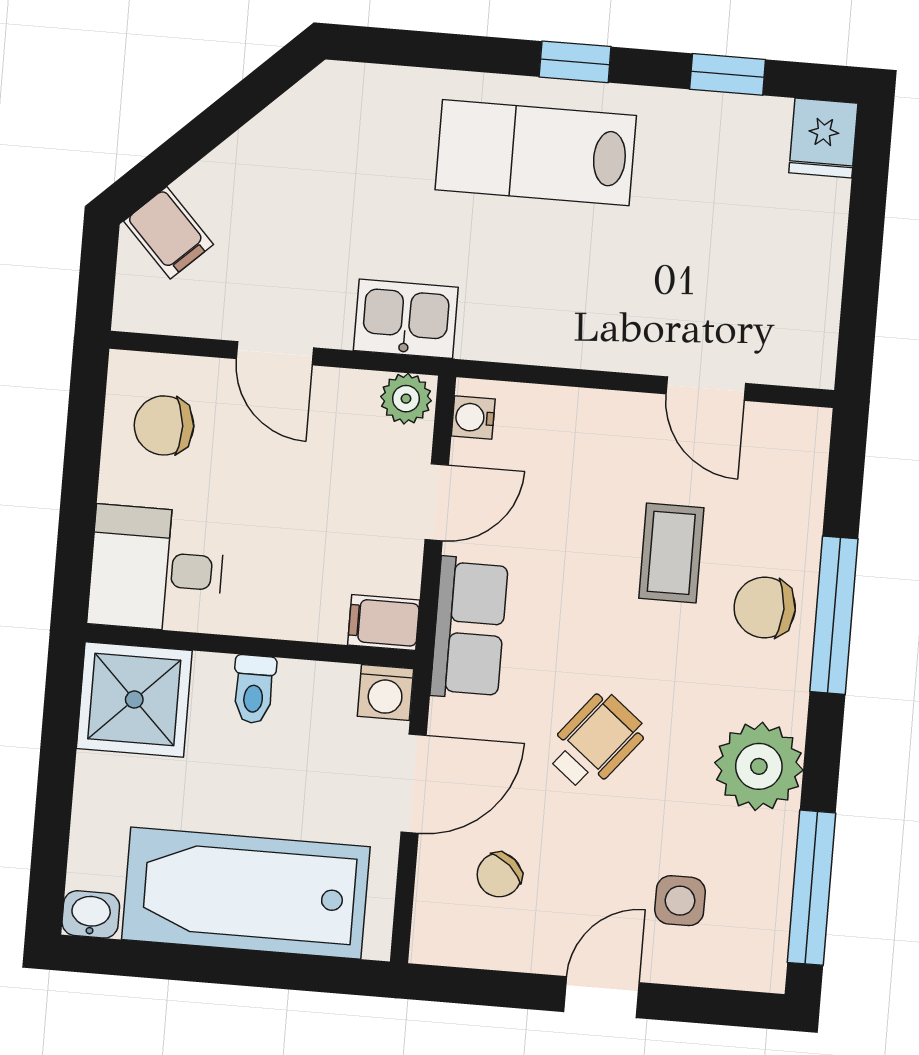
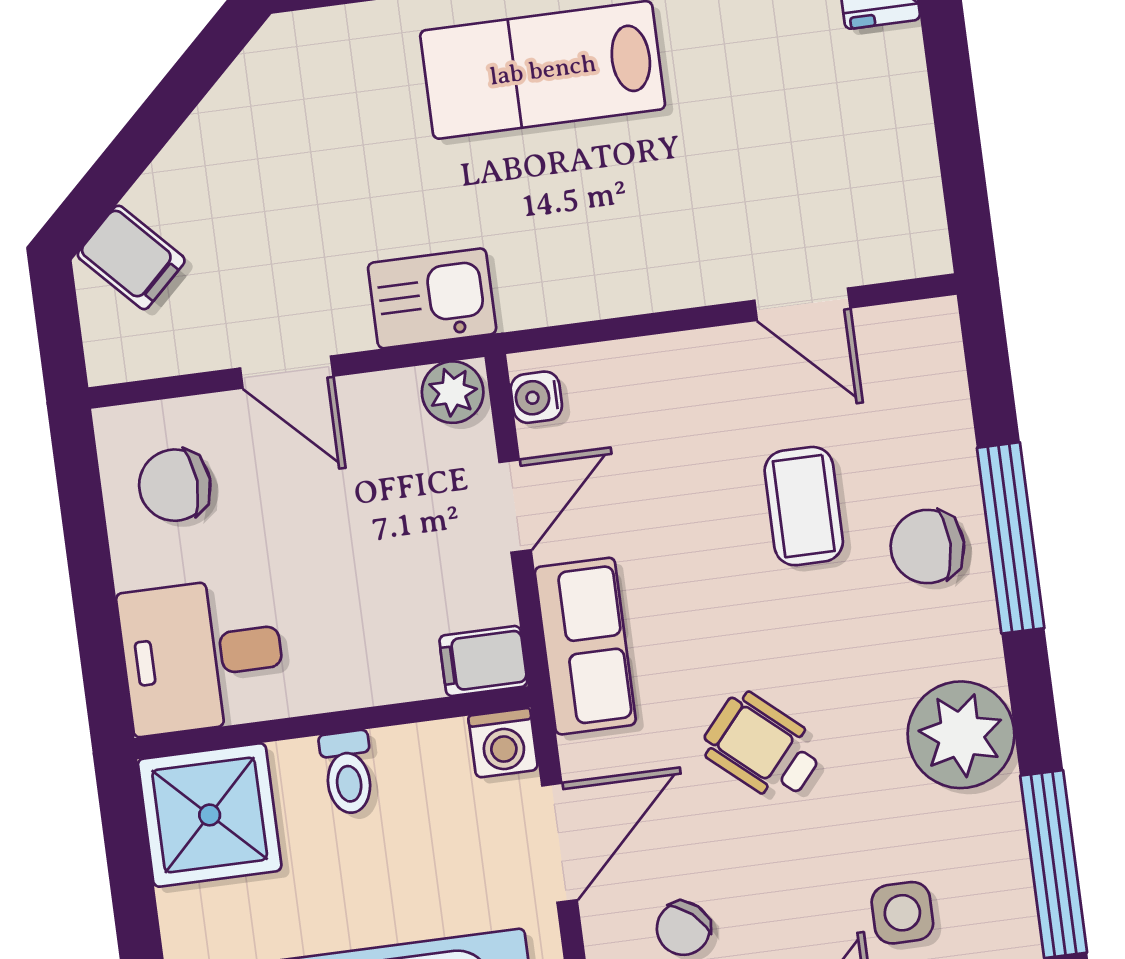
wheelchair: (595, 742) -> (763, 747), turned -88

